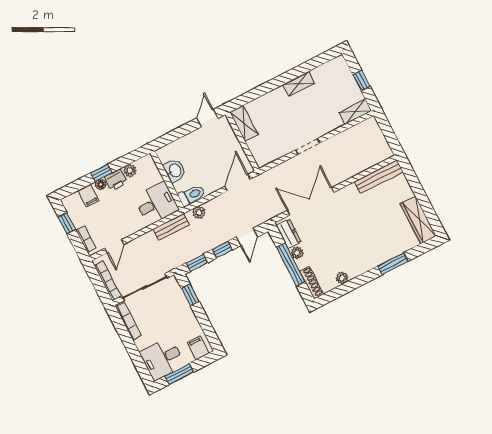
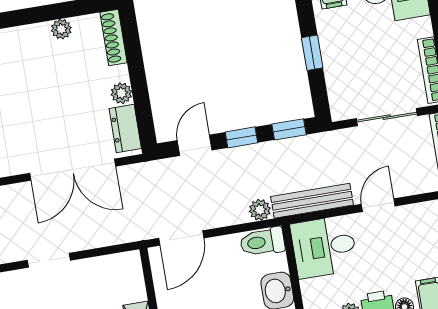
bench: (171, 227) -> (312, 201), width x1.36
door: (114, 246) -> (378, 205), moved
window: (291, 264) -> (138, 78), removed
sliding door: (145, 287) -> (387, 117), width x0.73
window: (190, 295) -> (312, 53), moved

